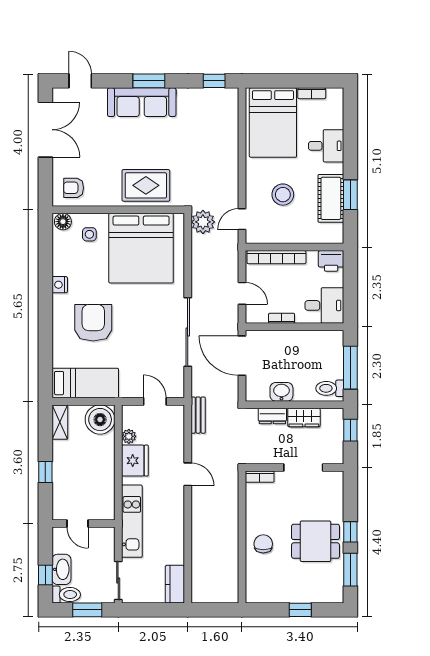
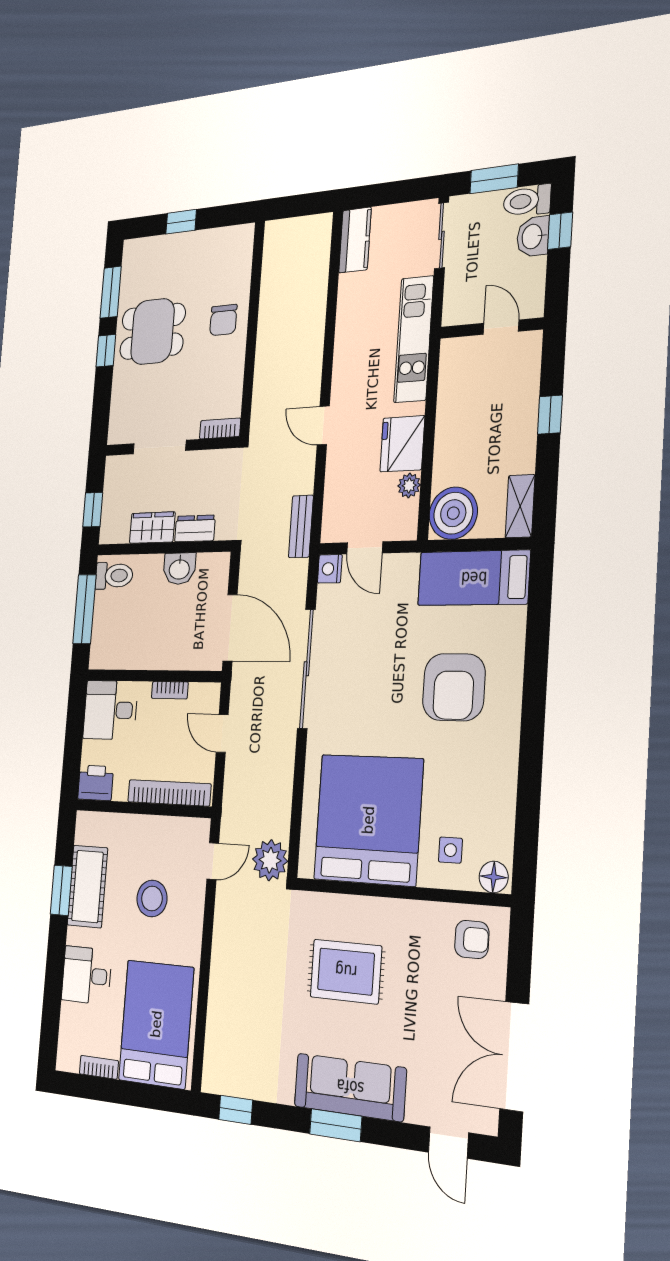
rug: (146, 185) -> (346, 971), moved
nightstand: (60, 285) -> (330, 569), moved, turned 180
washbasin: (61, 569) -> (533, 236), width x0.72

